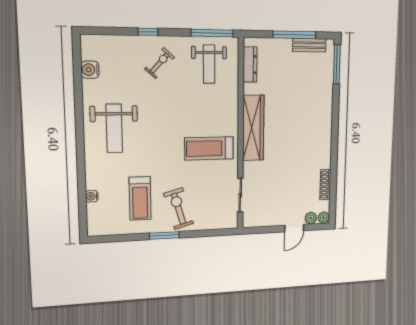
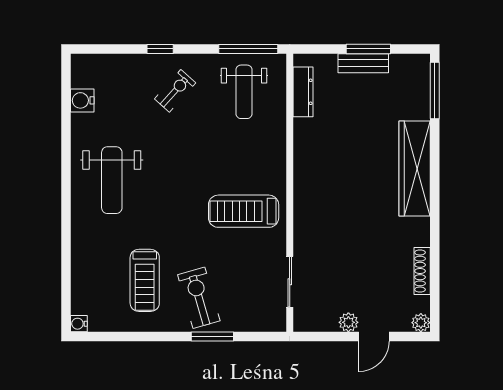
window: (294, 35) -> (368, 49), width x0.69
bench: (309, 45) -> (363, 63), moved
wardrobe: (253, 128) -> (415, 168), moved, turned 180
water cooler: (92, 196) -> (79, 324), moved
plant: (311, 218) -> (348, 322), moved
window: (164, 236) -> (212, 337), moved

